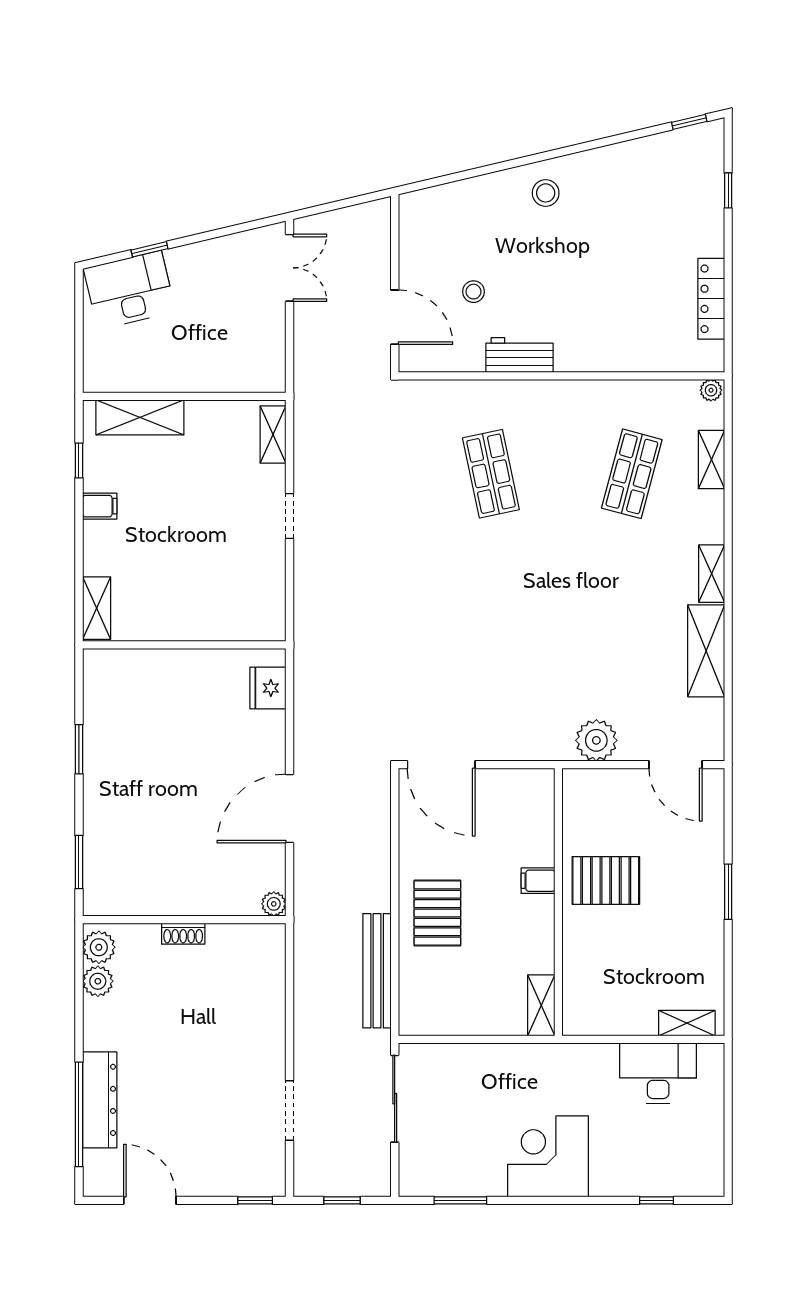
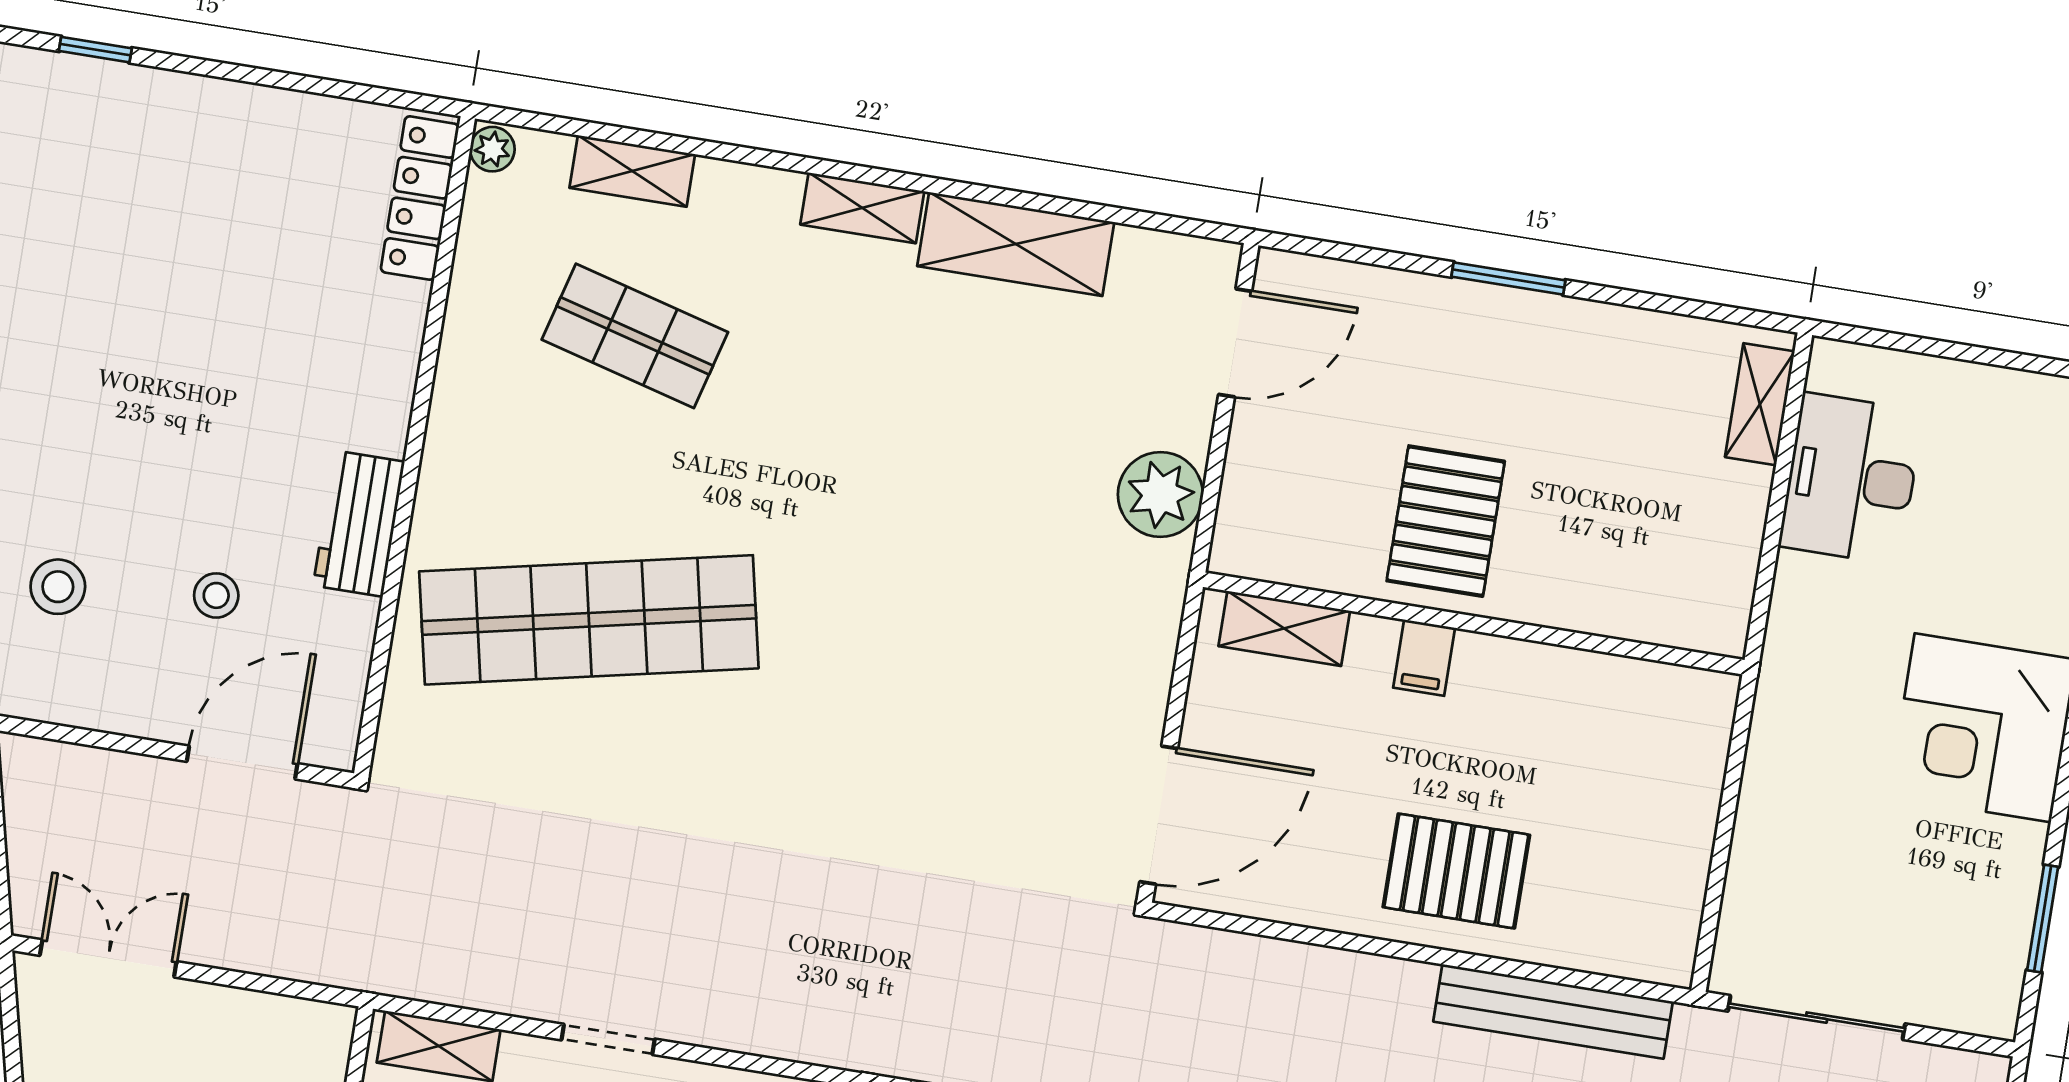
stool: (546, 193) -> (58, 587), moved
locker: (711, 299) -> (420, 198), moved, turned 90
shop shelf: (491, 474) -> (589, 620), width x2.00, depth x1.36
shelving: (541, 1005) -> (1284, 628), moved

